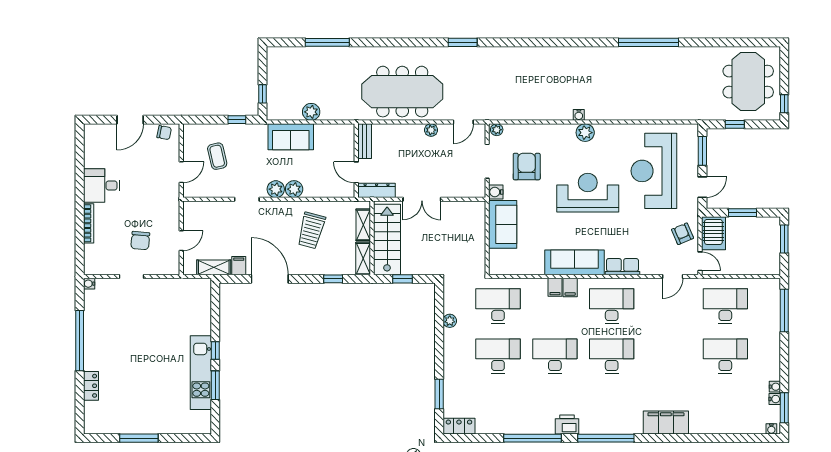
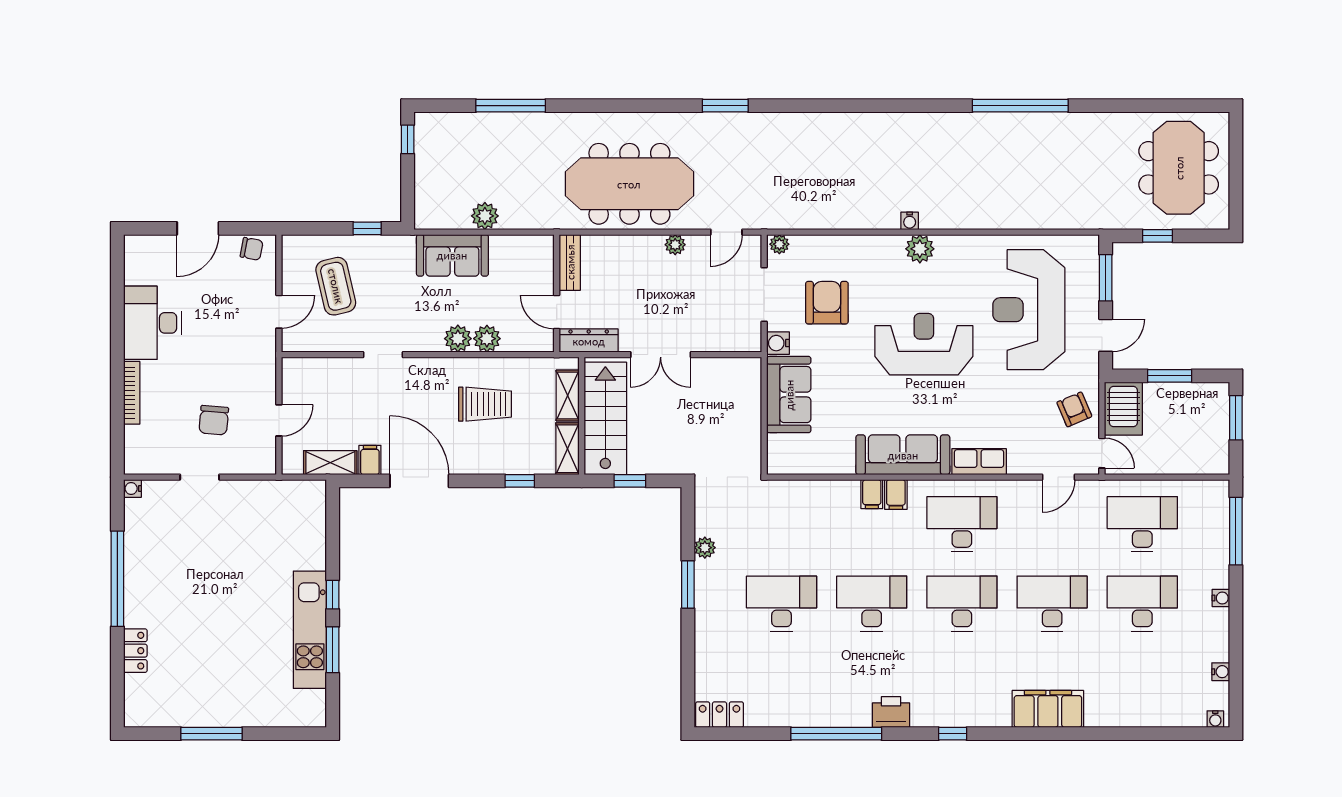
window: (263, 94) -> (408, 139), moved
window: (784, 104) -> (1236, 203), removed
coffee table: (217, 156) -> (336, 286), width x1.36, depth x1.30
desk: (102, 185) -> (153, 323), width x1.37
plant: (276, 189) -> (487, 339), moved
trolley: (311, 230) -> (485, 404), turned -105
desk: (498, 306) -> (1052, 604), moved
water cooler: (775, 387) -> (1221, 598), moved
window: (439, 394) -> (688, 584), moved
window: (784, 408) -> (1236, 685), removed
window: (606, 438) -> (953, 734), width x0.32

